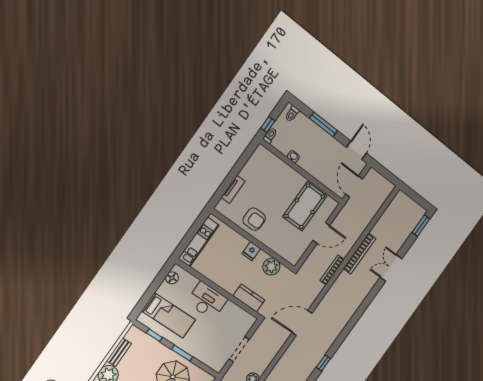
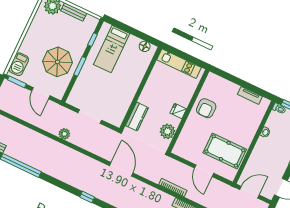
tv unit: (233, 189) -> (250, 95), moved
desk: (207, 301) -> (129, 80), removed

